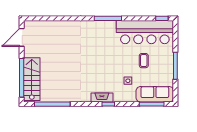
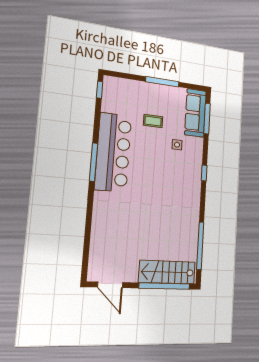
bar counter: (145, 32) -> (113, 152), moved
fireplace: (102, 98) -> (196, 180), removed

